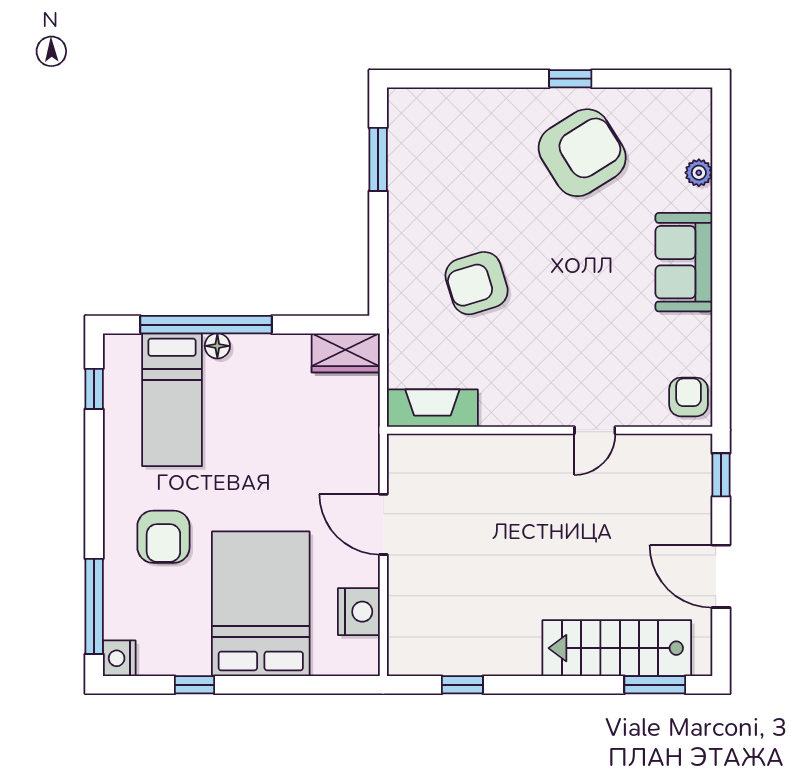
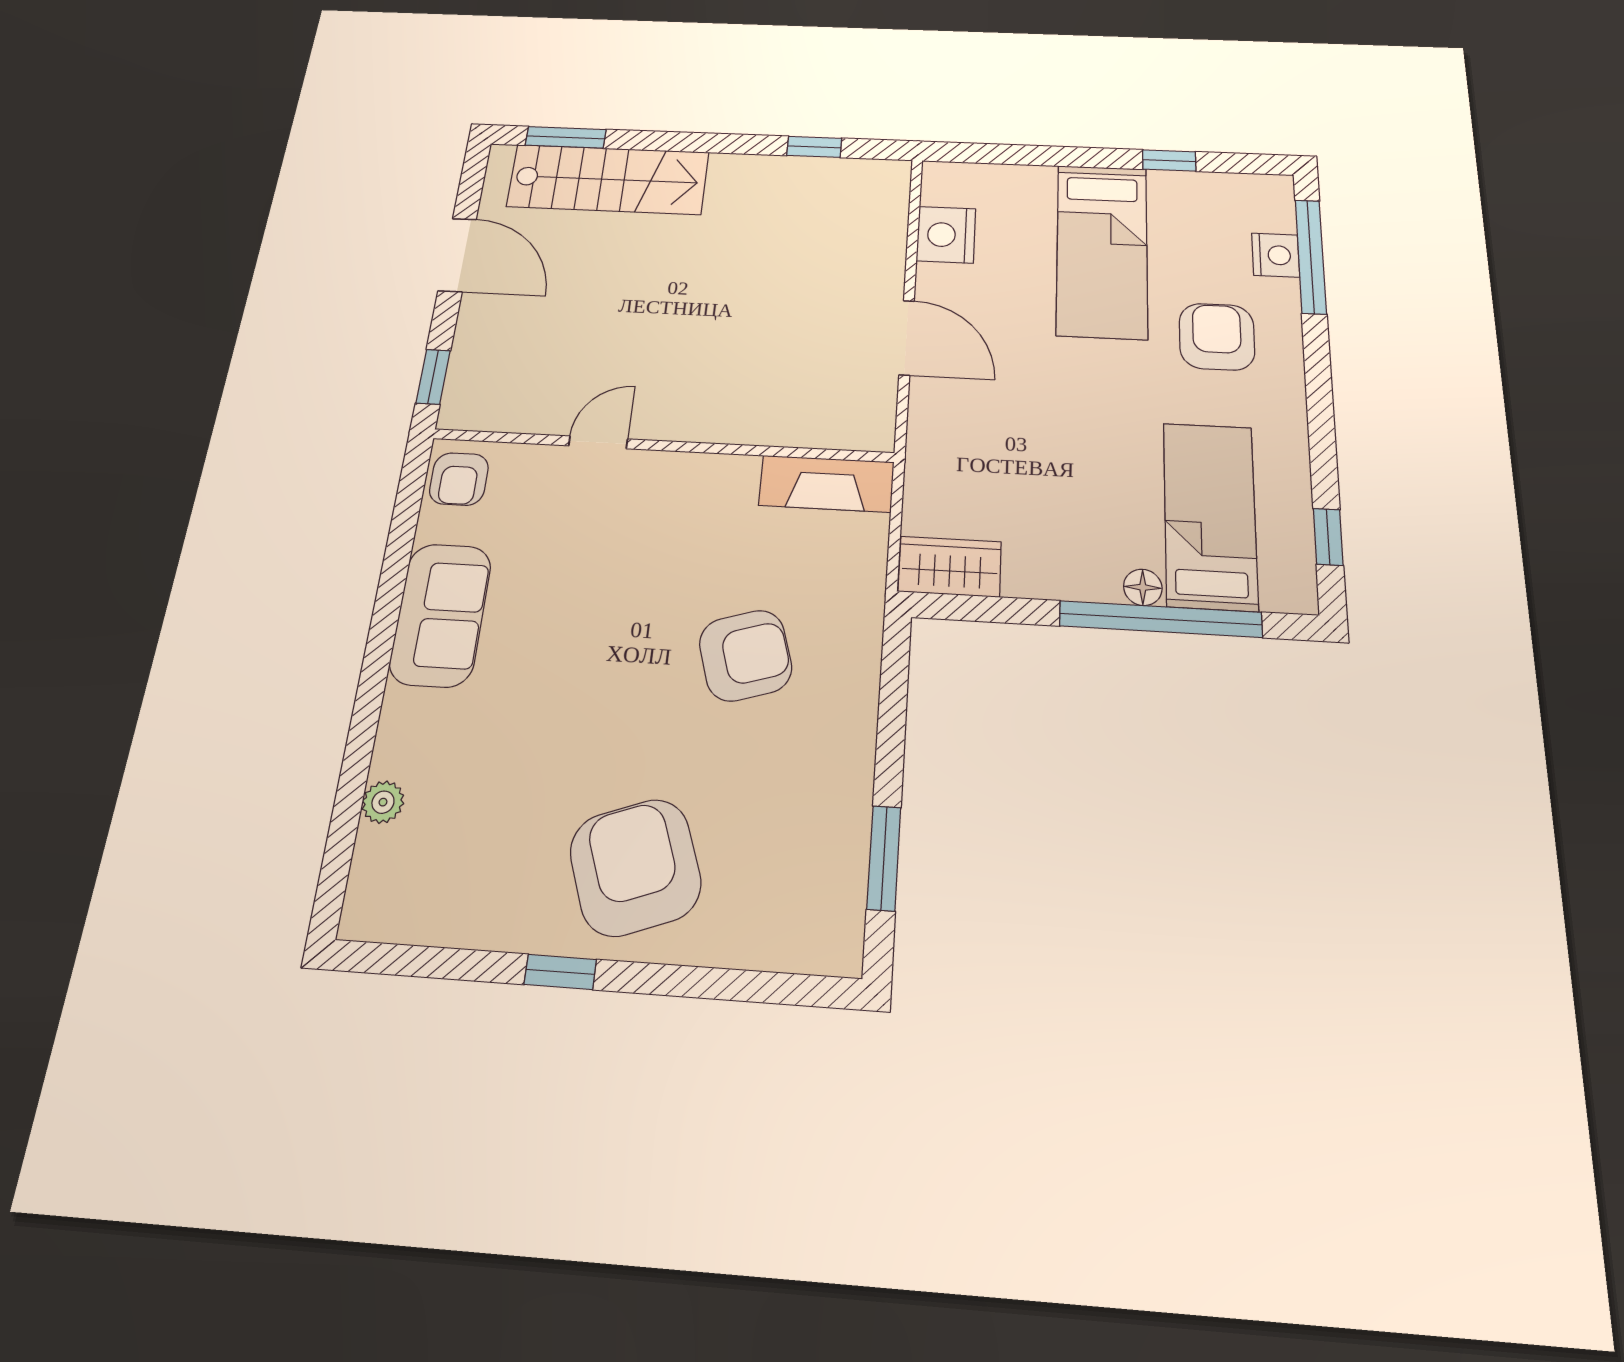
armchair: (582, 153) -> (635, 867), moved, turned 102
sofa: (684, 262) -> (440, 615), moved
bed: (261, 604) -> (1102, 251), width x0.67
nightstand: (119, 658) -> (1276, 255), moved

